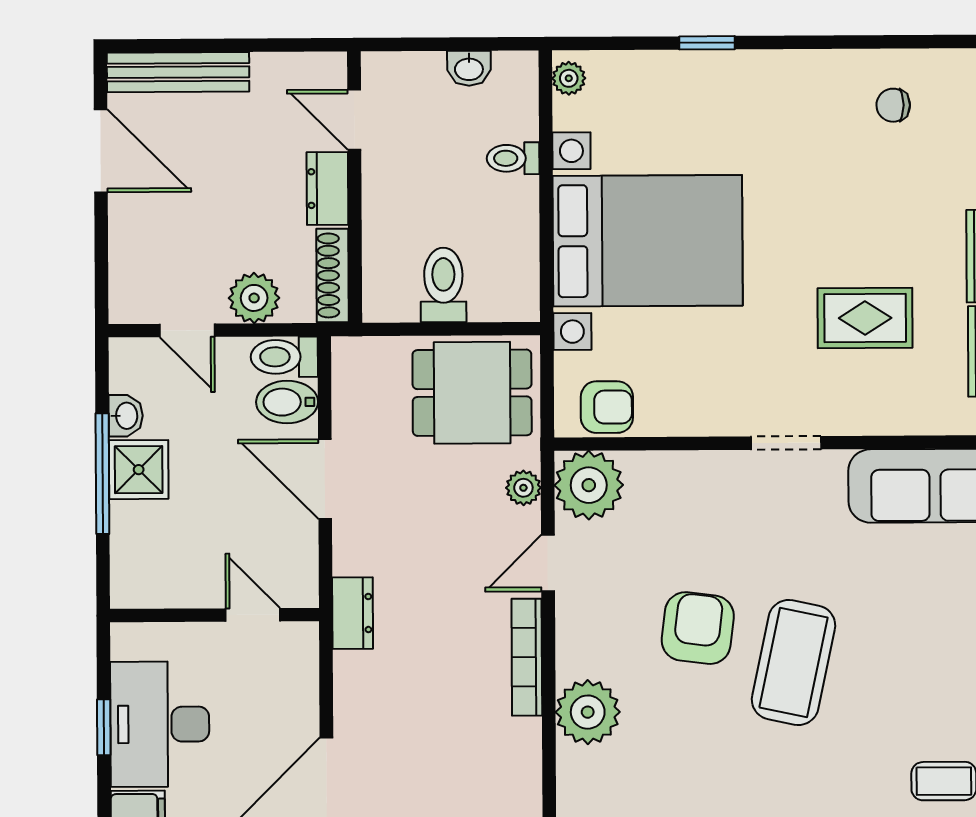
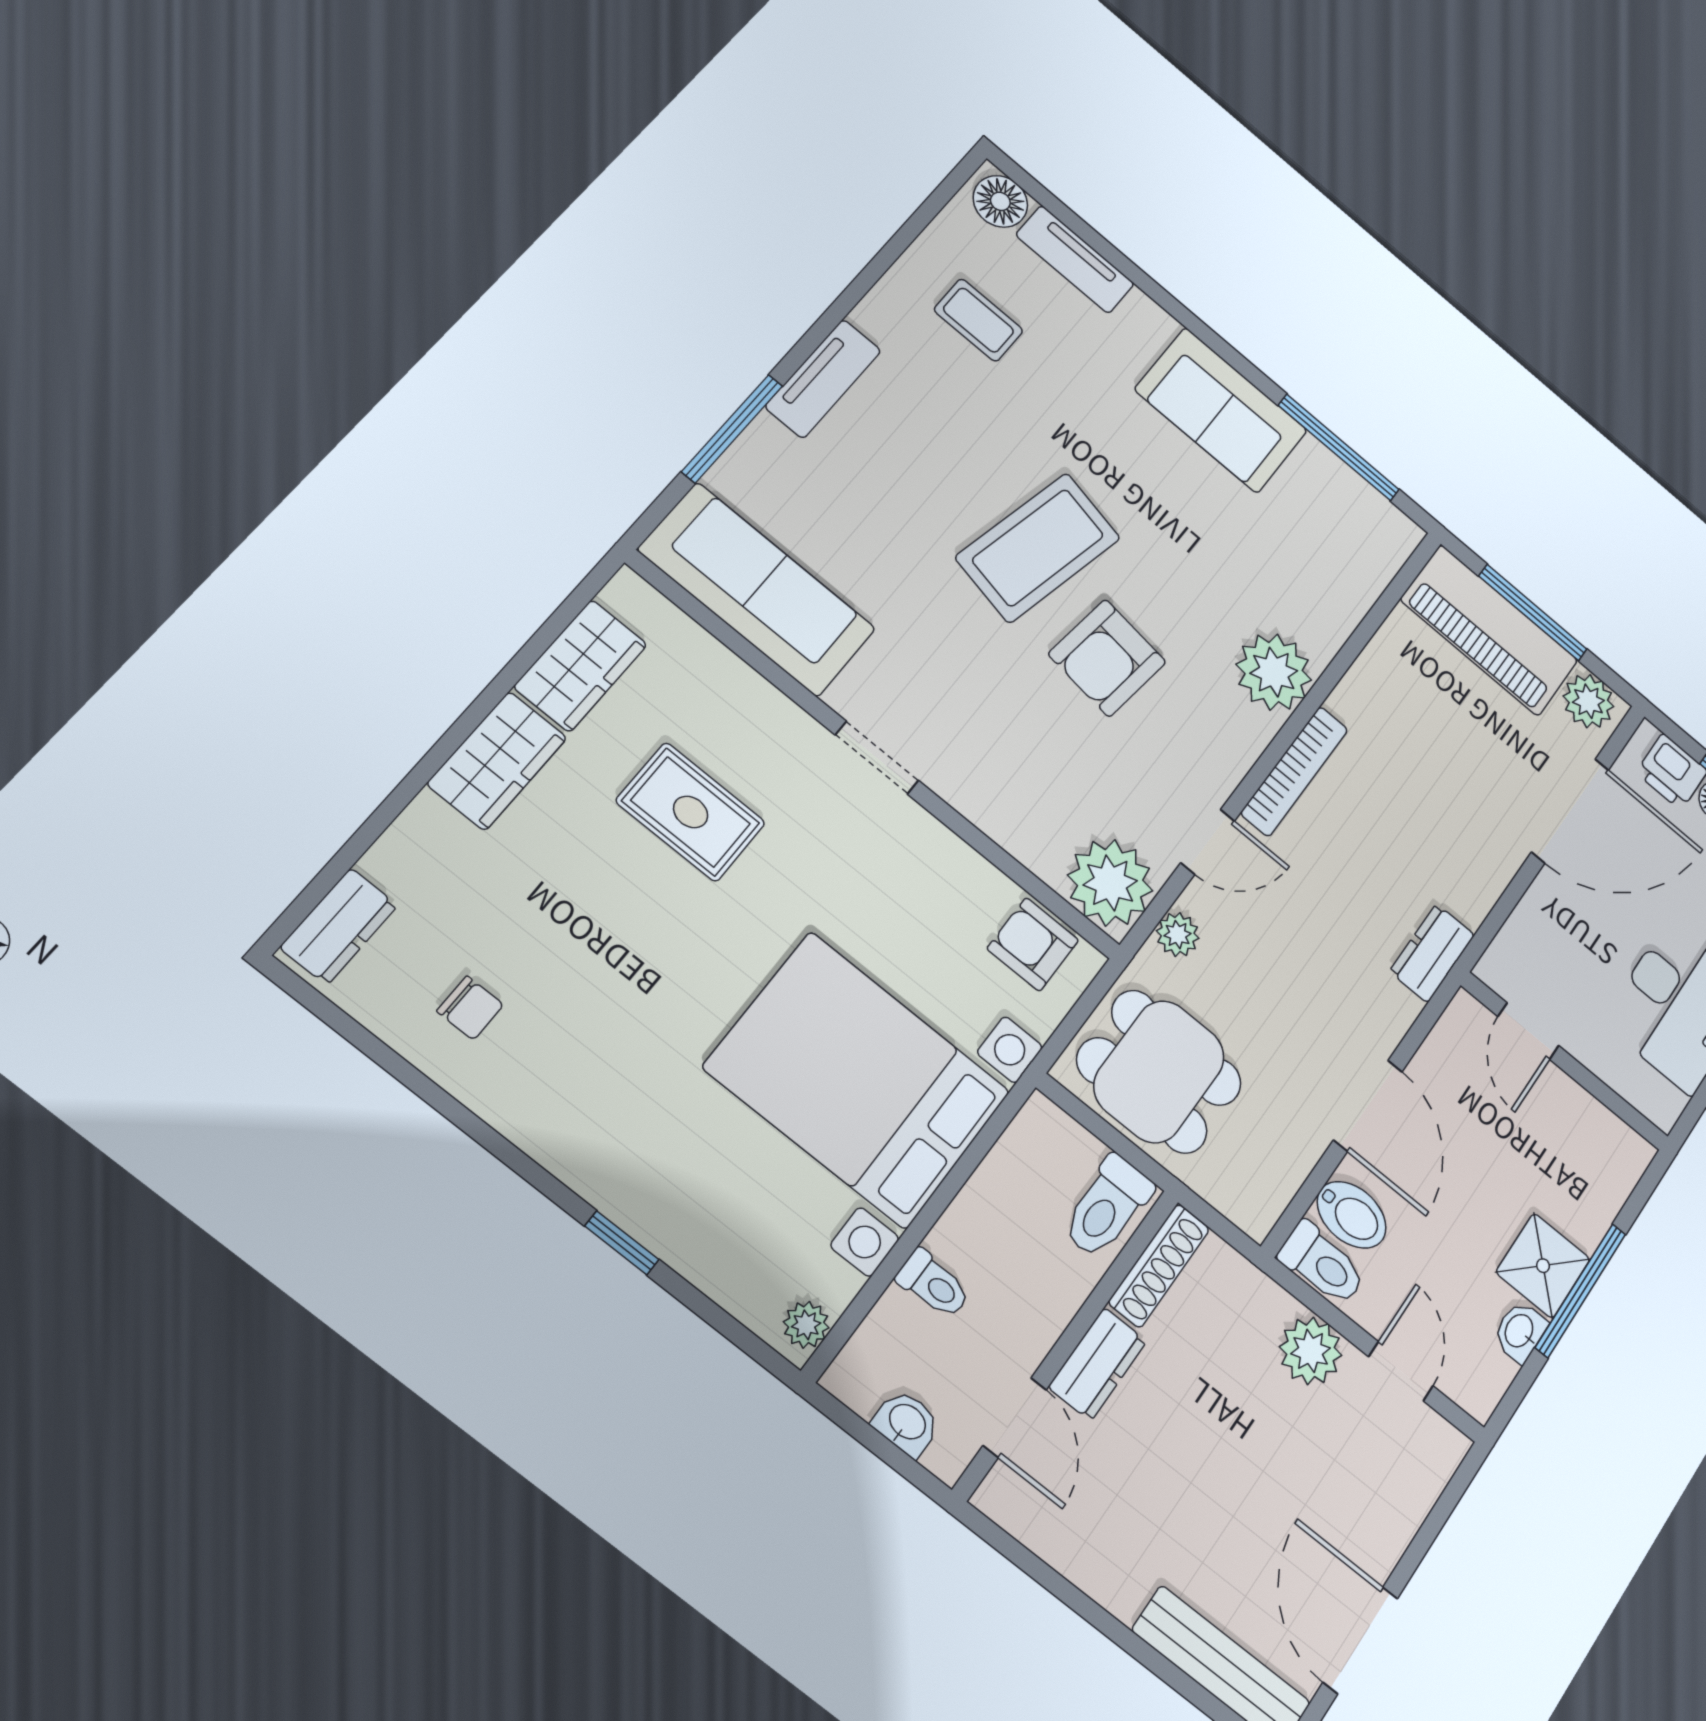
door: (354, 120) -> (1015, 1418), moved
wall: (355, 187) -> (1068, 1343), moved
dresser: (327, 188) -> (1098, 1364), moved
shoe rack: (333, 275) -> (1159, 1266), moved

